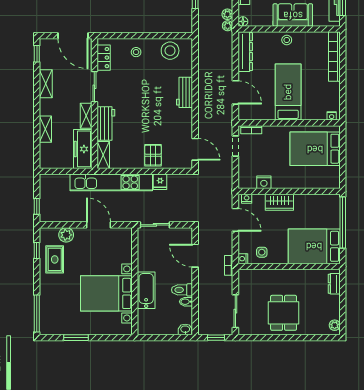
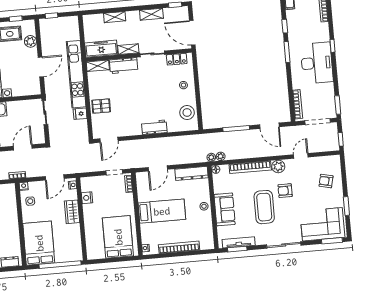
door: (73, 36) -> (192, 33), hinge flipped
bookcase: (334, 57) -> (179, 247), moved

